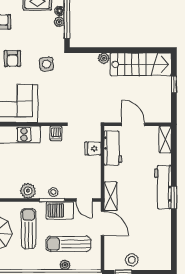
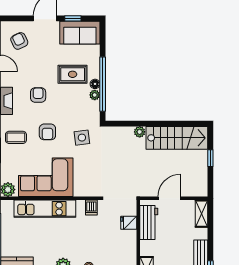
door: (133, 124) -> (169, 198), hinge flipped

